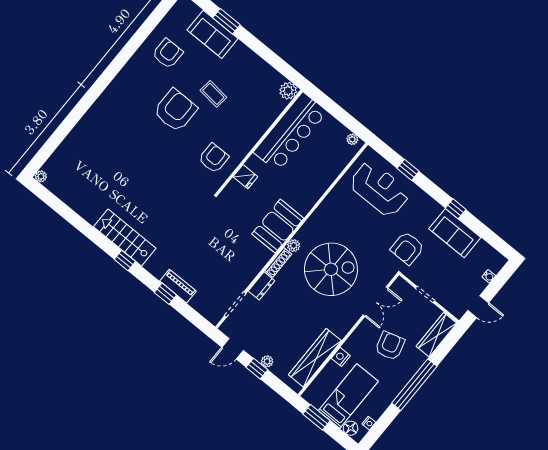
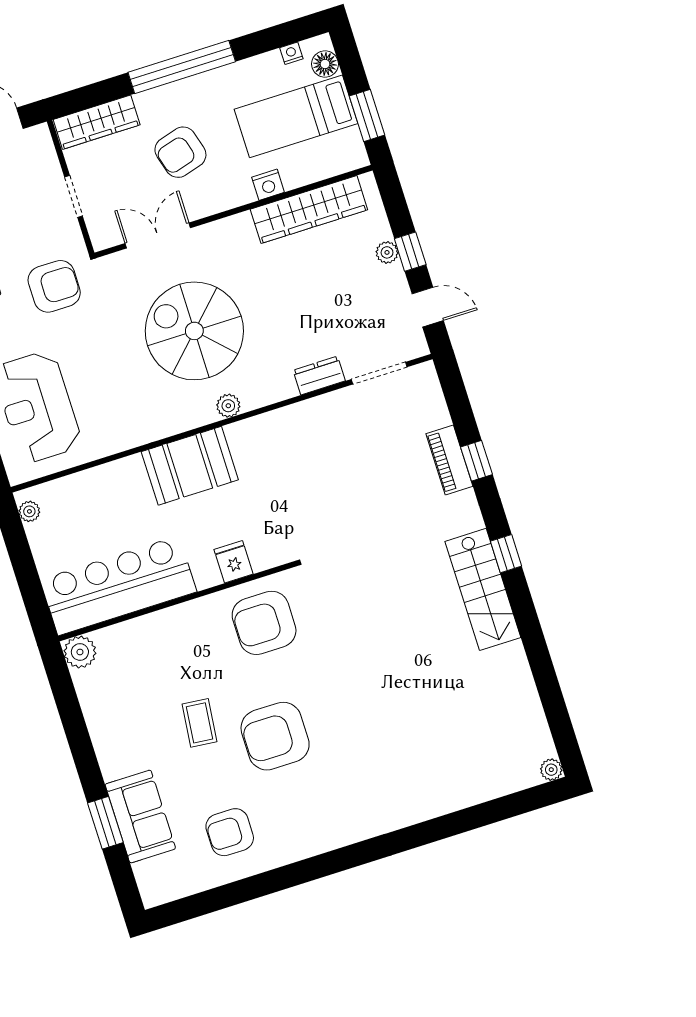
armchair: (214, 158) -> (264, 623), width x1.36, depth x1.36
booth: (278, 226) -> (190, 466), moved
shoe rack: (278, 262) -> (269, 395), removed

